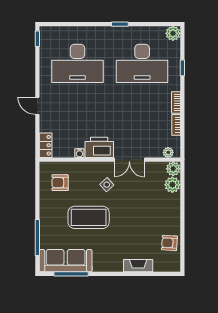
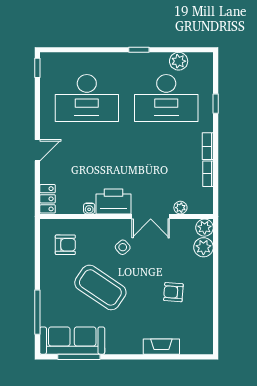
plant: (173, 33) -> (179, 61), moved
door: (37, 106) -> (37, 150), swing flipped
plant: (168, 152) -> (180, 208), moved
armchair: (60, 183) -> (65, 245), turned 180
coffee table: (89, 217) -> (100, 287), turned 34
armchair: (170, 243) -> (173, 292), moved

